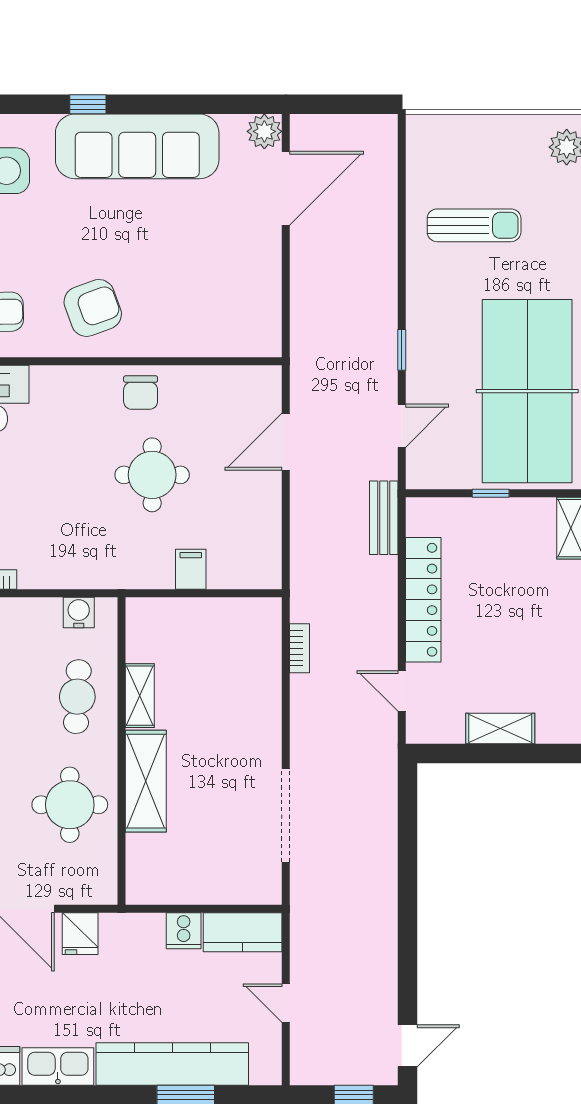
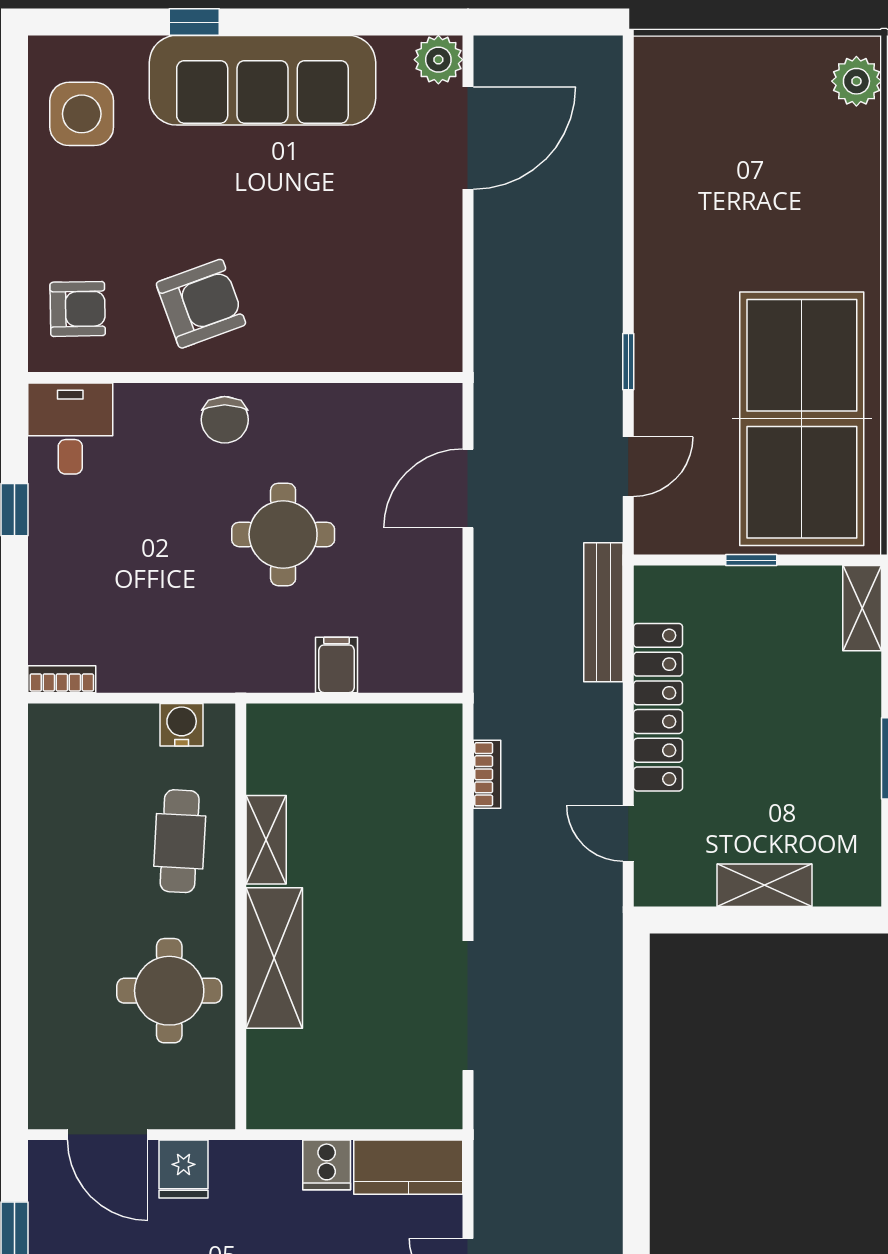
sun lounger: (474, 225) -> (728, 189), removed
chair: (141, 393) -> (225, 420), moved
bench: (384, 518) -> (603, 612), width x1.36

